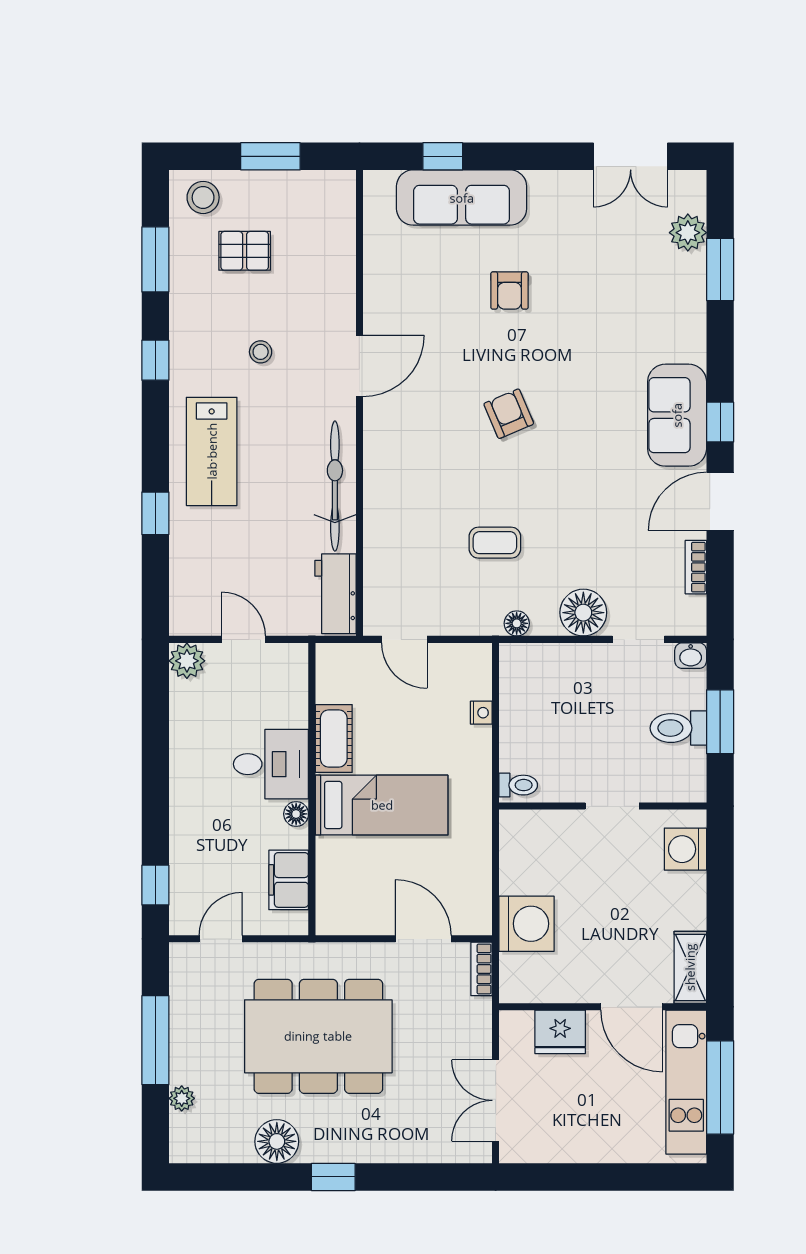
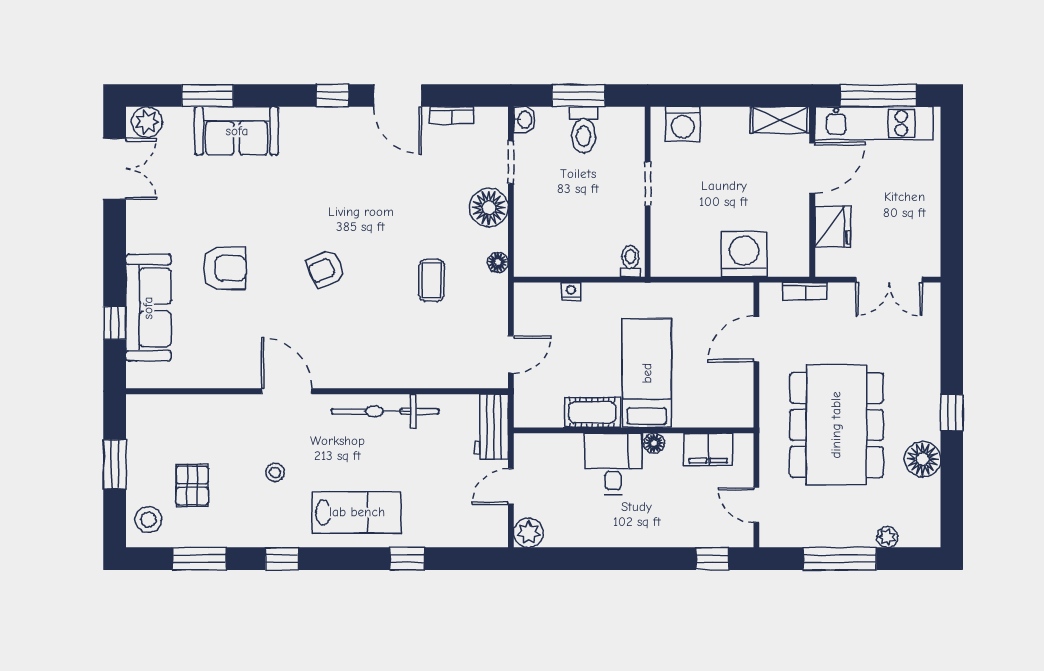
plant: (688, 233) -> (147, 122), moved
armchair: (510, 290) -> (225, 268), width x1.38, depth x1.38
sofa: (677, 415) -> (237, 131), moved
workbench: (336, 594) -> (491, 427), moved, turned 90
bookcase: (481, 969) -> (805, 291), moved

